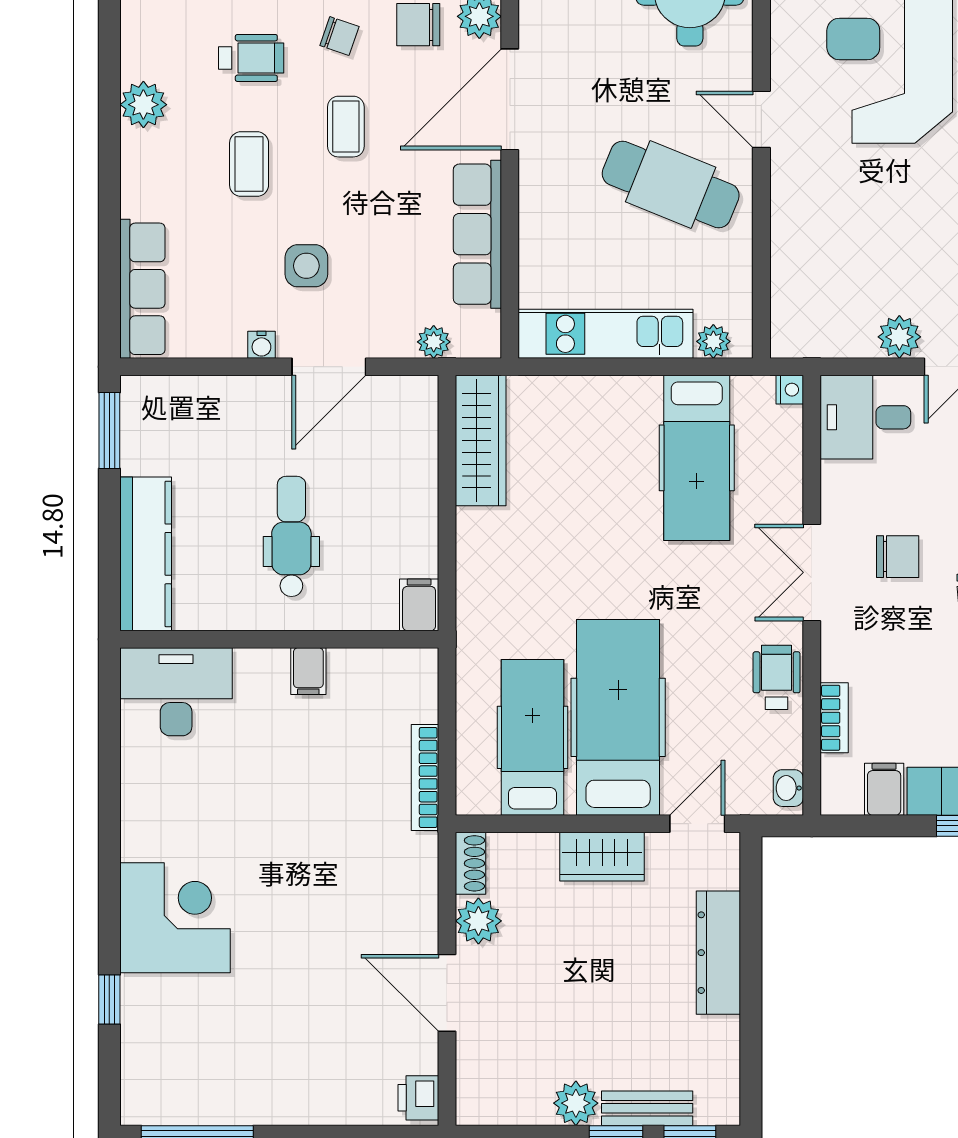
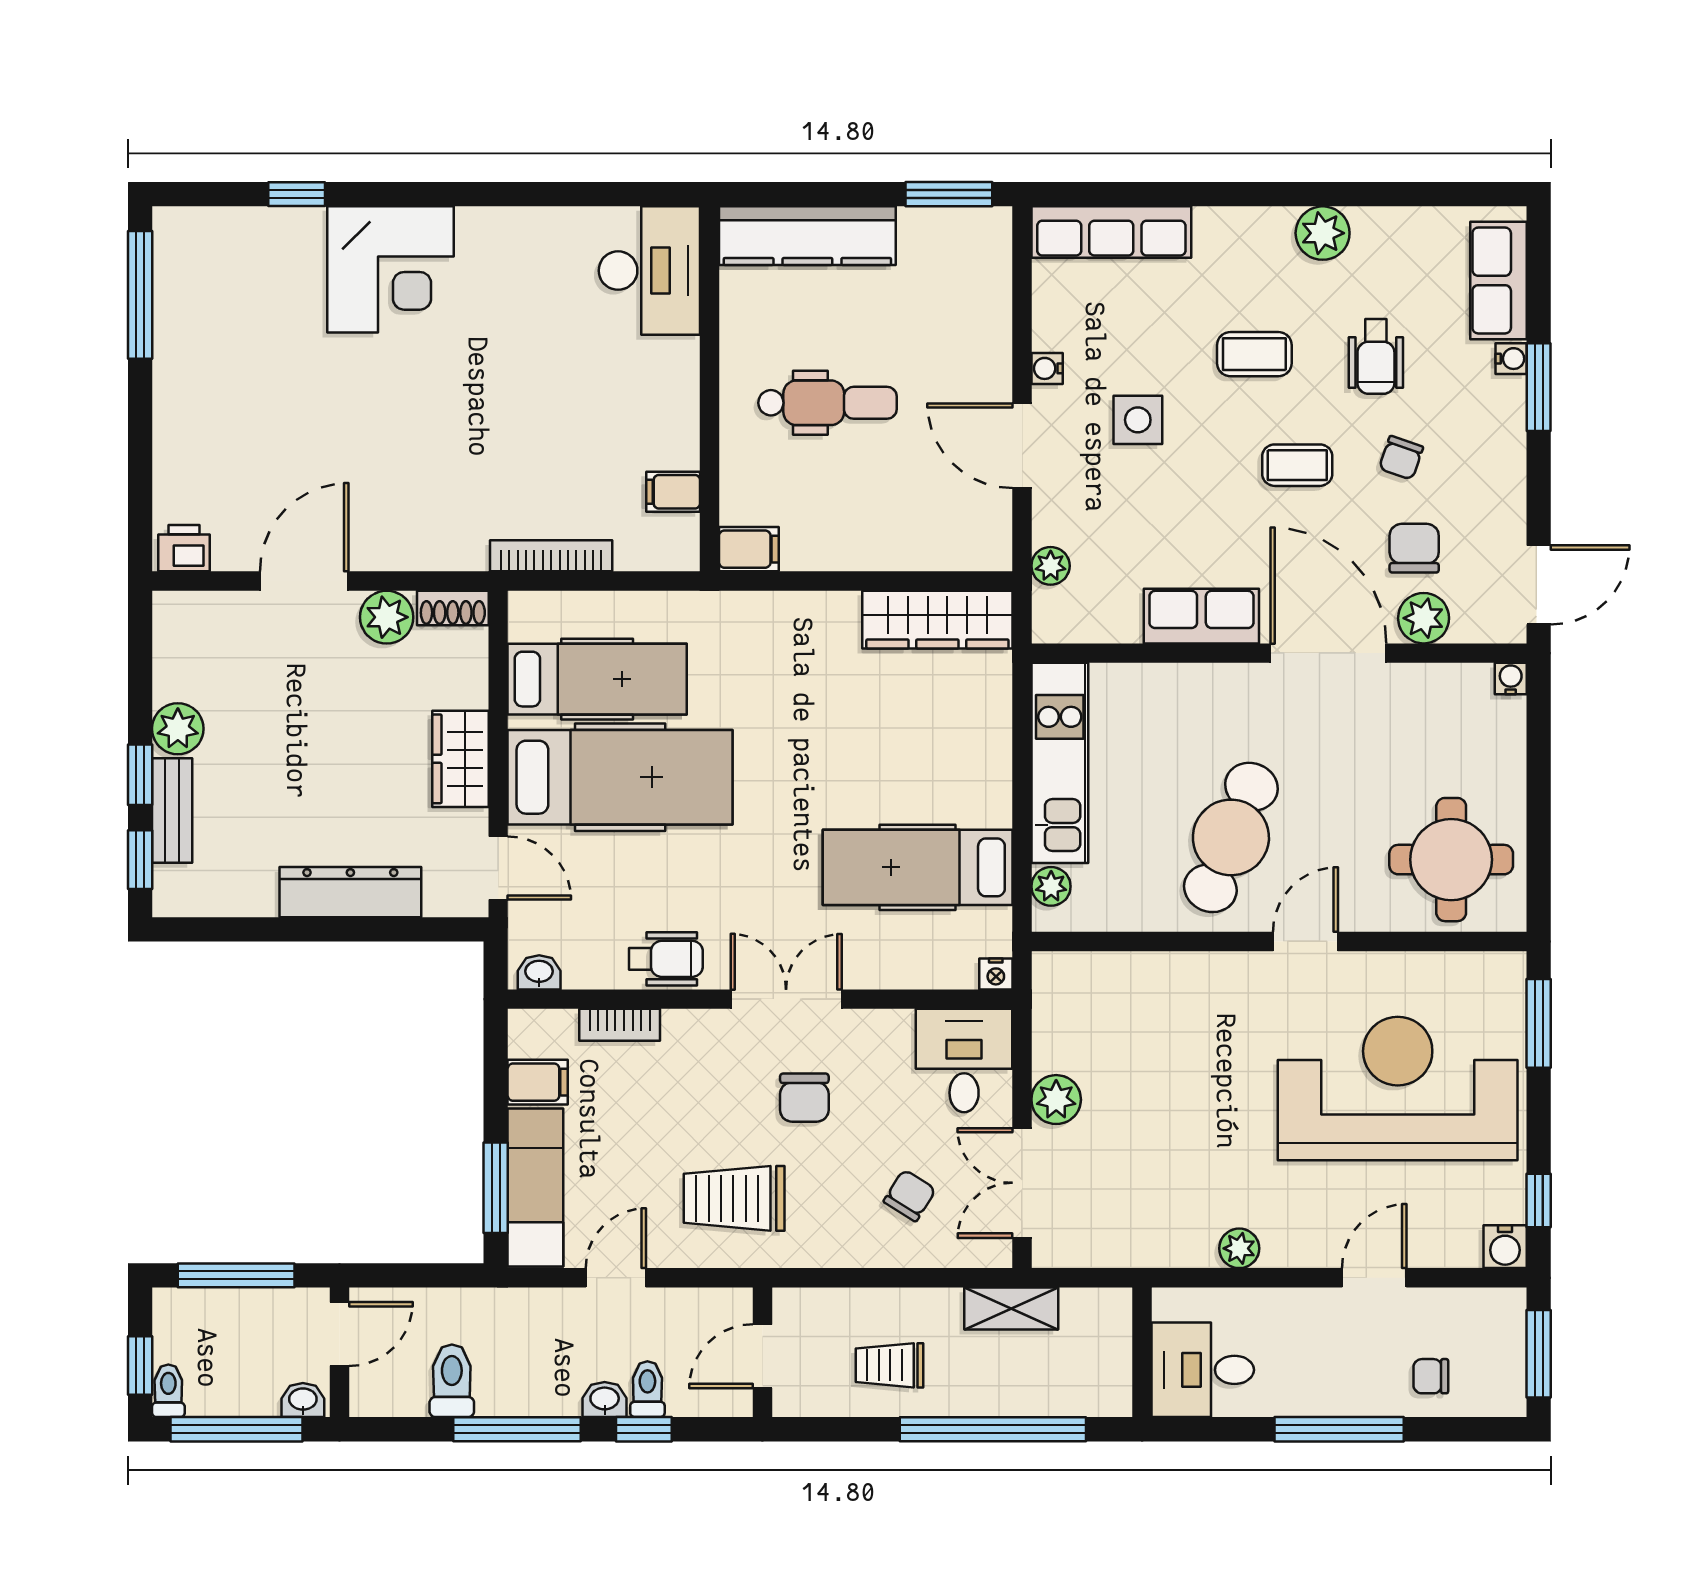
row of seats: (477, 234) -> (1201, 616), width x0.68
filing cabinet: (308, 671) -> (673, 492), moved

